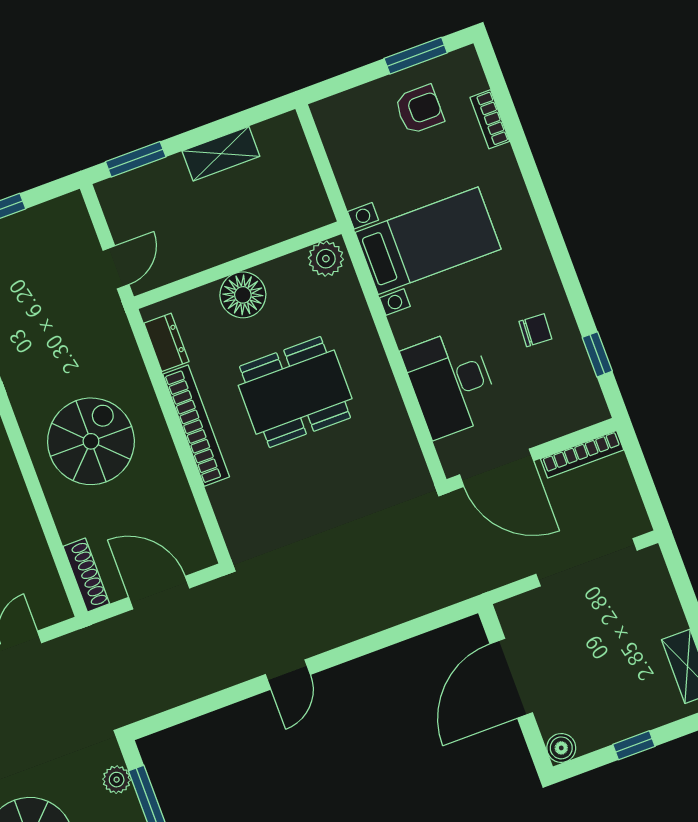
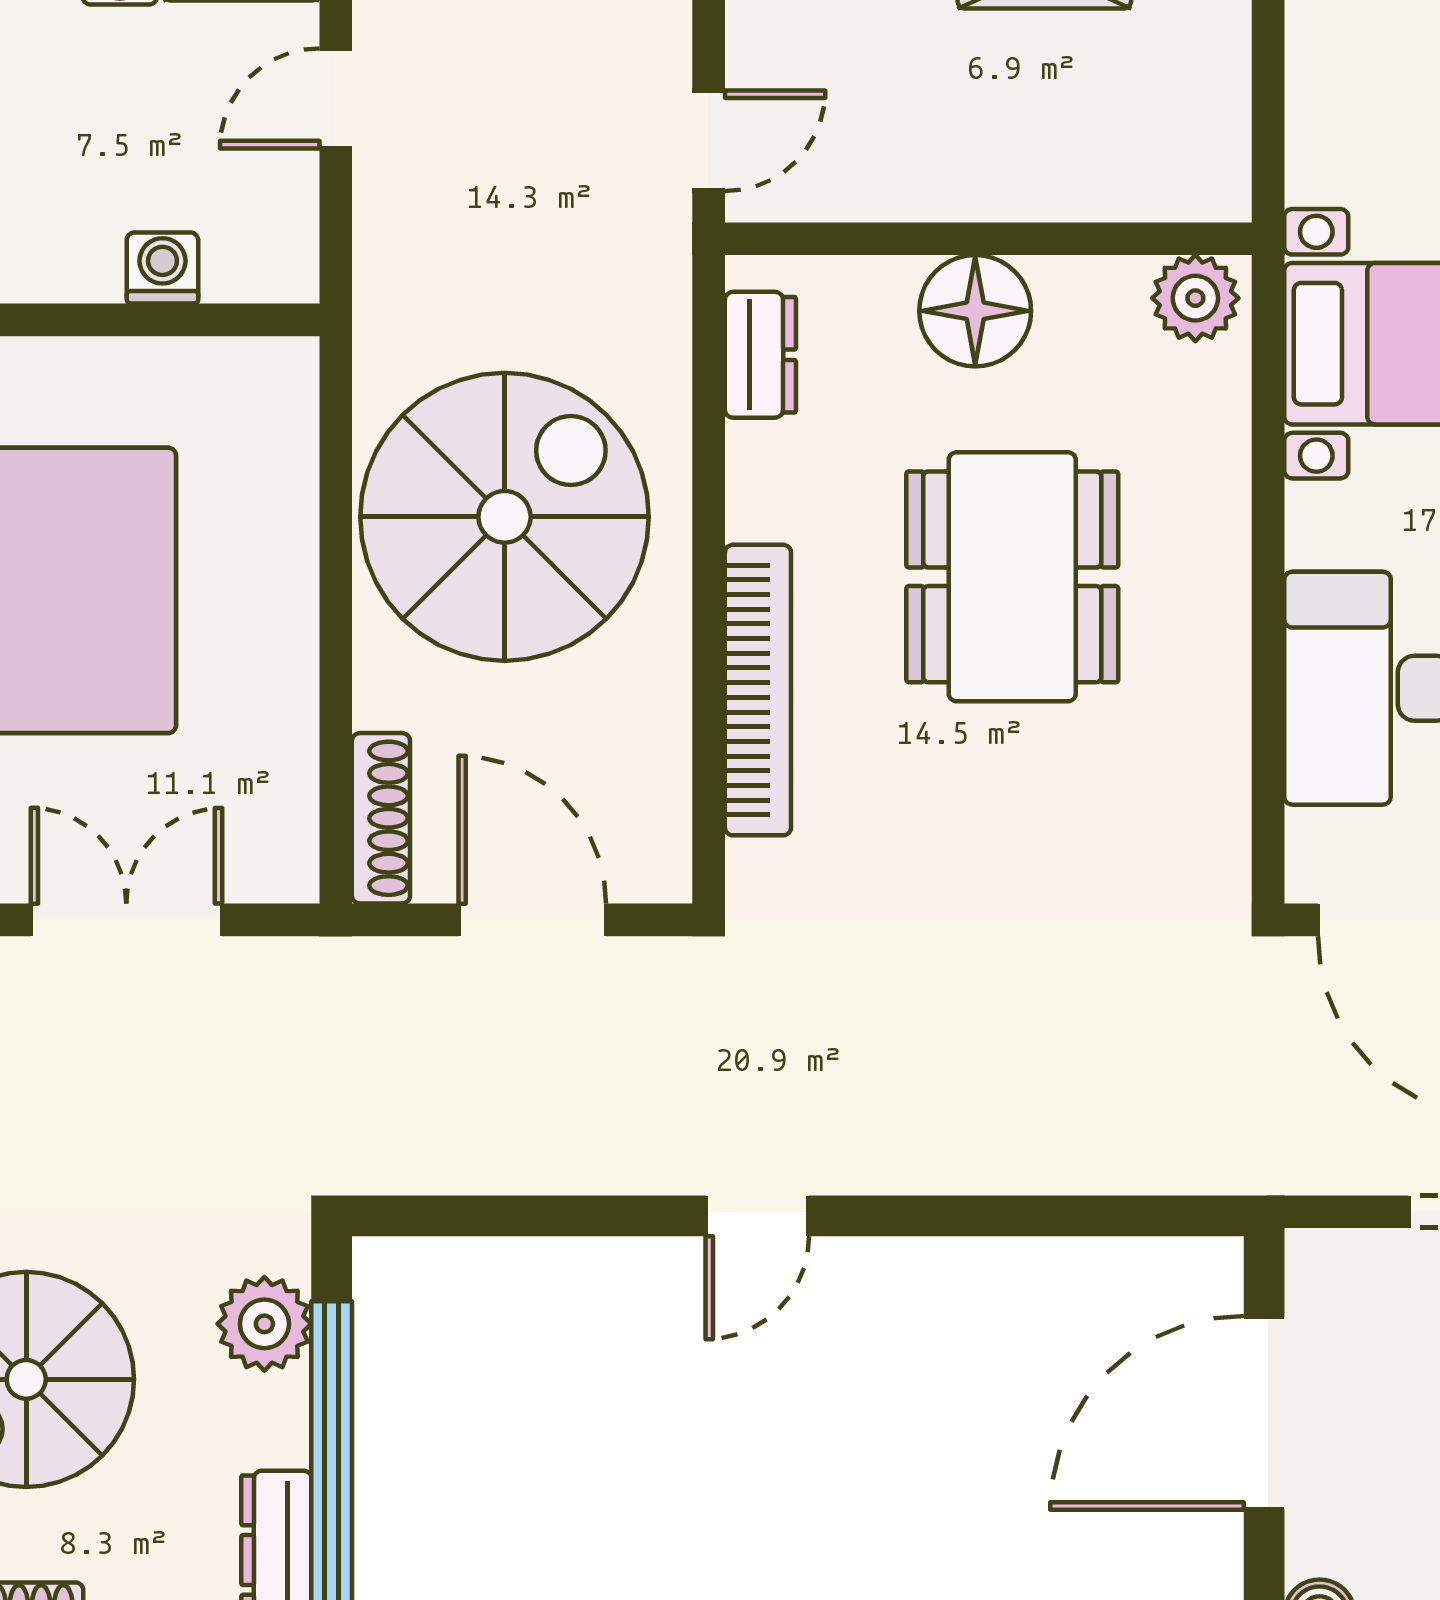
dining table: (295, 392) -> (1012, 577), turned 90
bookcase: (196, 426) -> (758, 690), moved
spiral stairs: (91, 441) -> (505, 517), width x1.37, depth x1.37
plant: (117, 780) -> (264, 1324), width x1.38, depth x1.38

